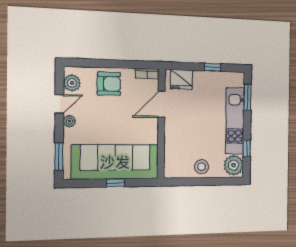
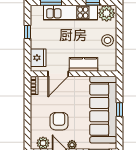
armchair: (109, 84) -> (59, 121), moved
door: (161, 104) -> (58, 74), hinge flipped
kitchen counter: (173, 137) -> (83, 64), added

